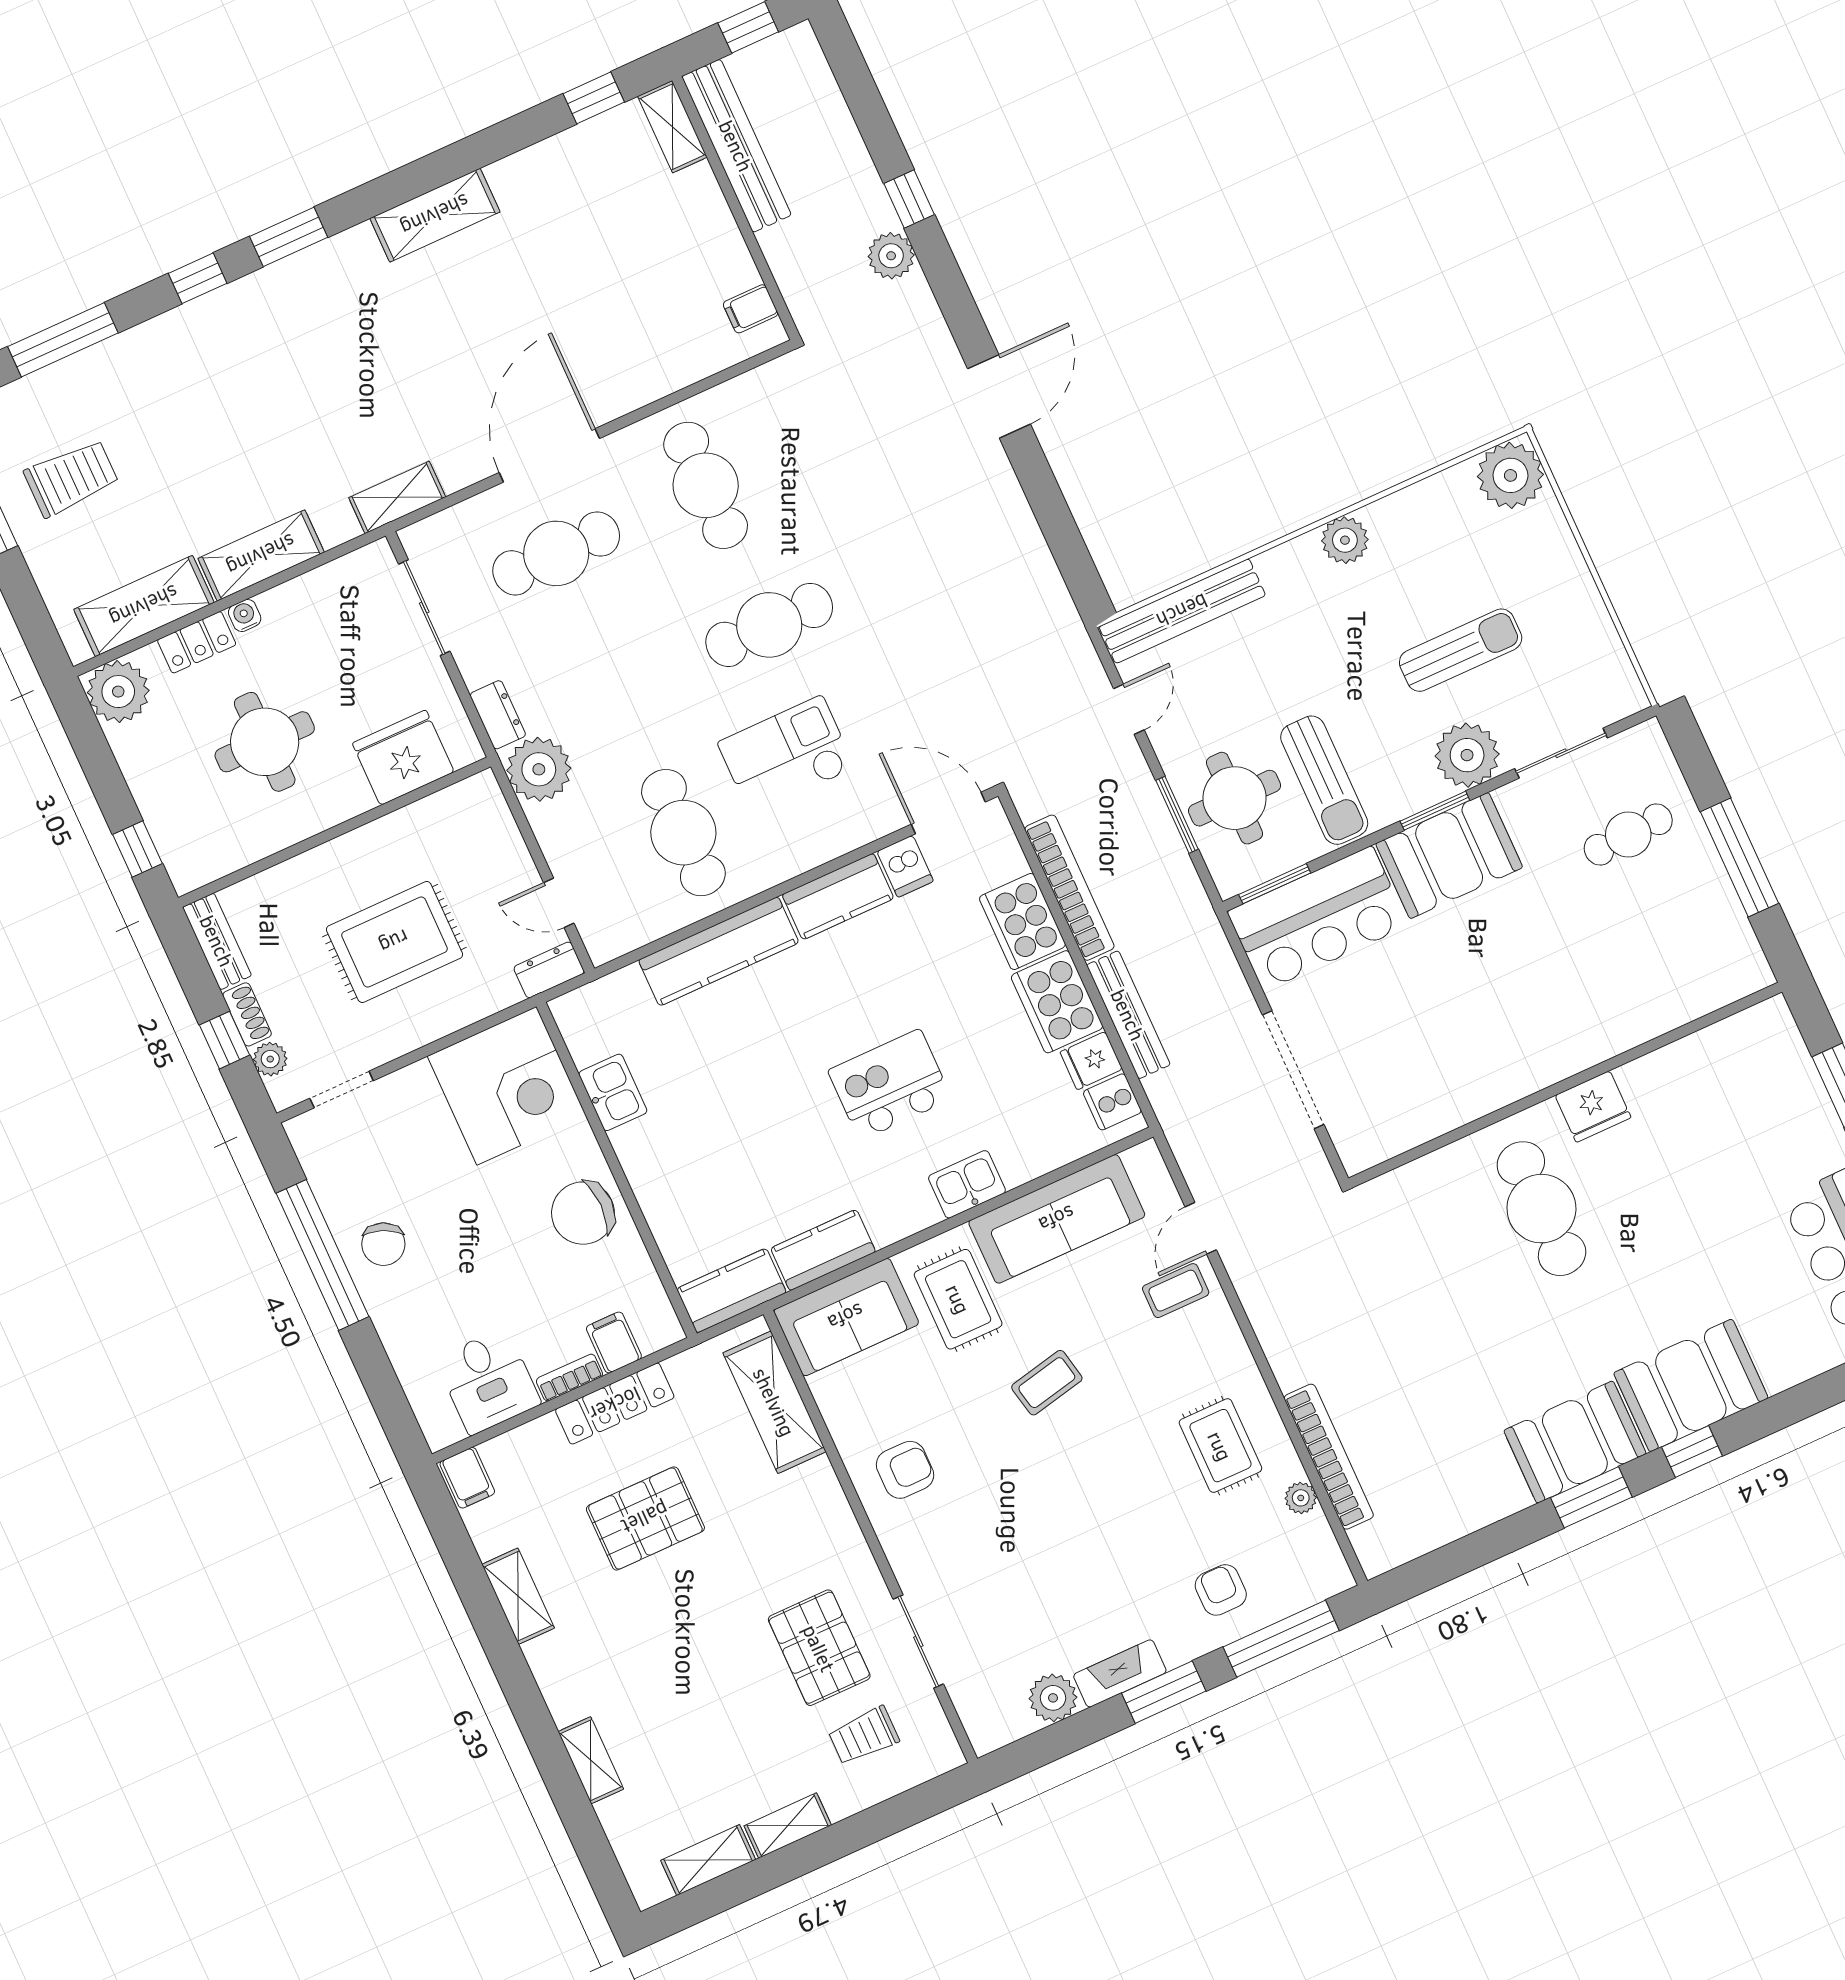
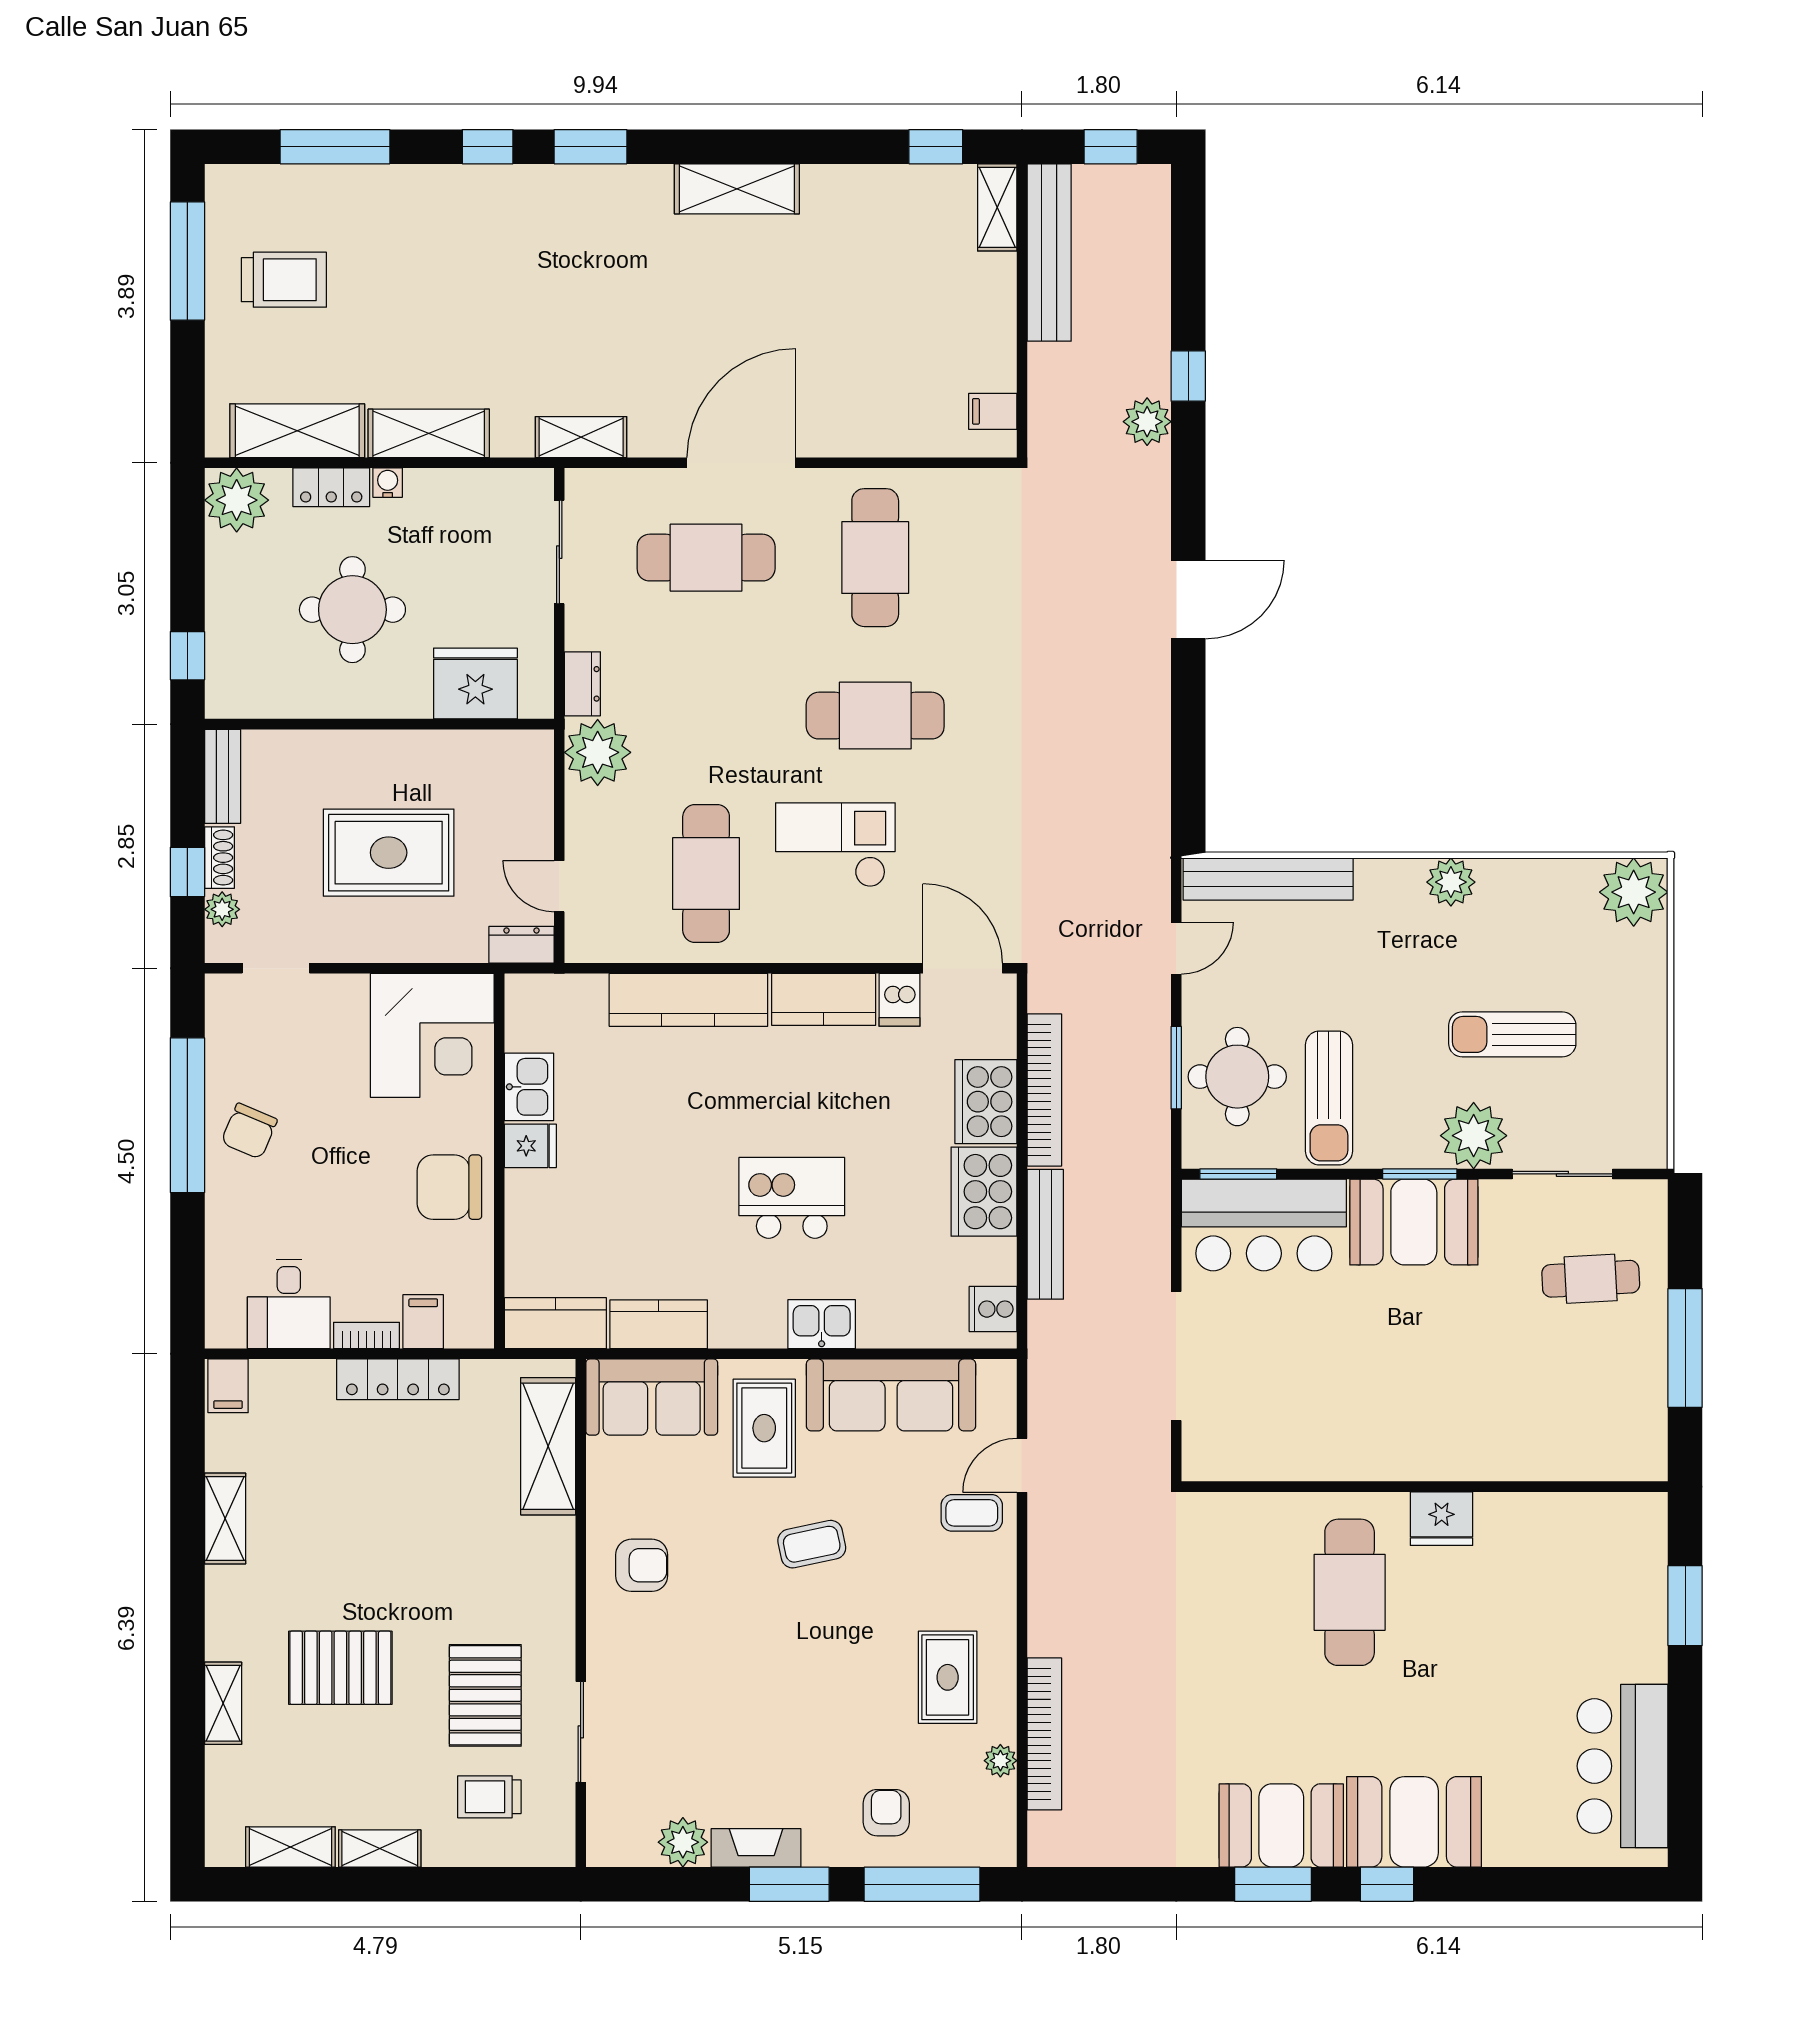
sun lounger: (1461, 650) -> (1512, 1034), turned 180
fridge: (1091, 1061) -> (530, 1146), moved, turned 180
pallet: (645, 1518) -> (340, 1668), moved

